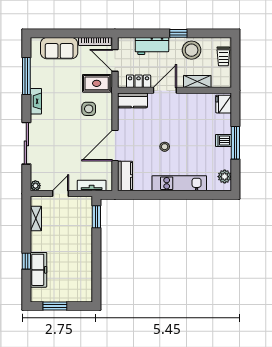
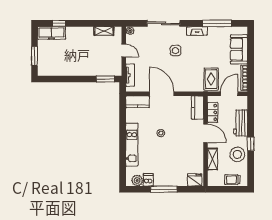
side table: (89, 109) -> (175, 51), moved
dishwasher: (223, 141) -> (148, 180), moved
window: (26, 261) -> (59, 23), moved
freezer: (38, 270) -> (52, 33), moved
window: (55, 306) -> (34, 56), moved

